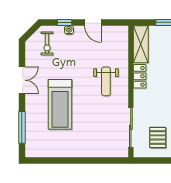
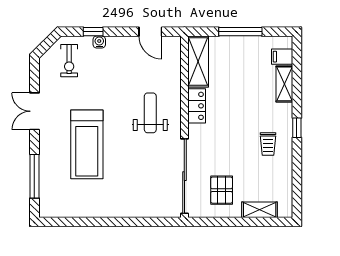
door: (93, 22) -> (150, 32), moved
double door: (22, 80) -> (34, 111), swing flipped
weight bench: (106, 81) -> (150, 113), turned 180
sliding door: (131, 127) -> (184, 176), width x1.36

